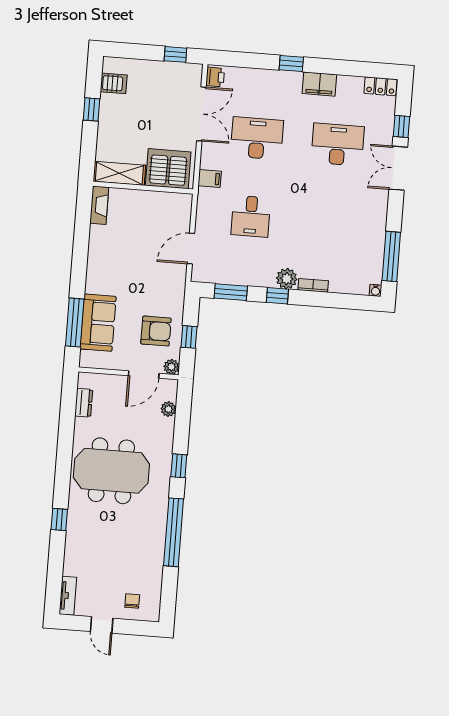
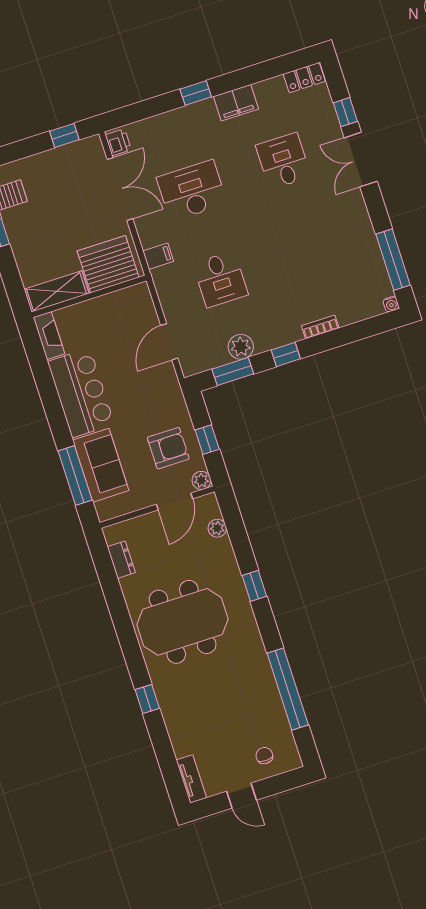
desk: (338, 145) -> (283, 161), width x0.73
bar counter: (106, 260) -> (81, 393), added
plant: (287, 279) -> (241, 347), moved
window: (174, 532) -> (288, 689), moved

